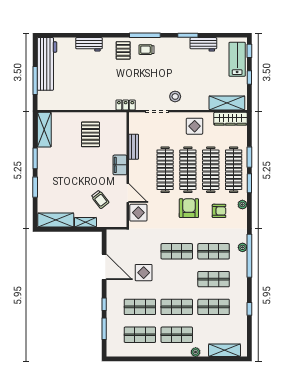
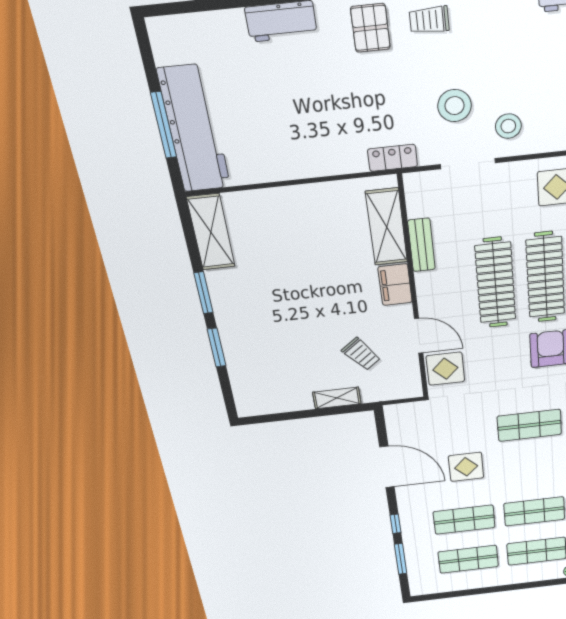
workbench: (47, 64) -> (194, 129), moved
stool: (153, 85) -> (454, 106), added
pallet: (90, 134) -> (320, 230), removed
shelving: (56, 220) -> (387, 227), moved, turned 90

